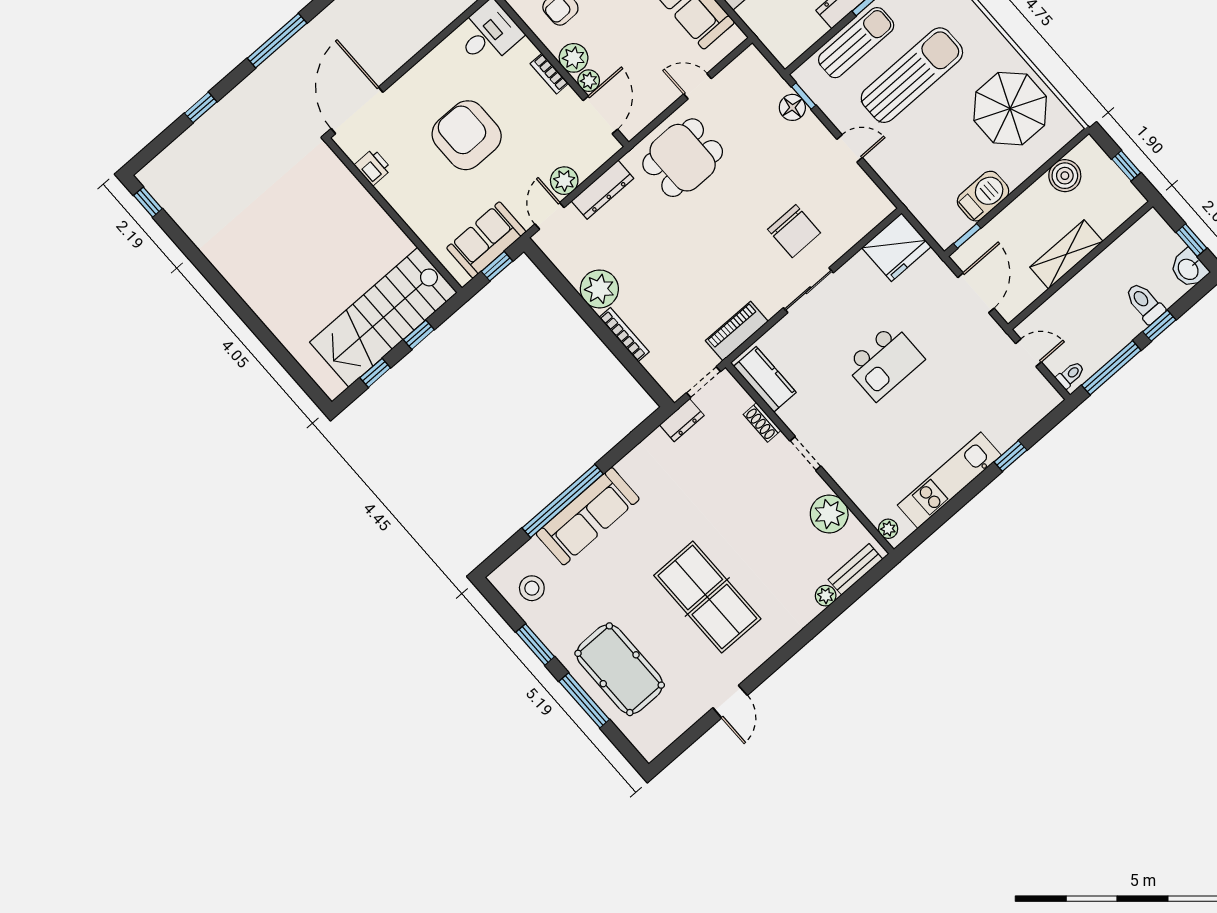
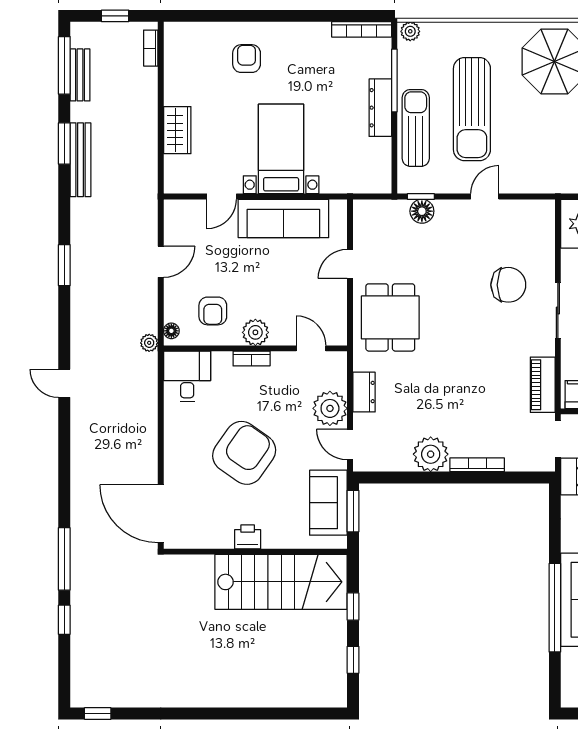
window: (277, 41) -> (64, 559), moved
sun lounger: (912, 75) -> (472, 109), turned 180
plant: (589, 81) -> (280, 336), removed
door: (600, 115) -> (311, 348), width x0.73
armchair: (467, 135) -> (244, 453), turned 125
printer: (373, 167) -> (248, 537), moved
plant: (564, 181) -> (330, 408), width x1.36, depth x1.36
dresser: (603, 190) -> (364, 392), width x0.70
window: (497, 266) -> (353, 511), width x1.50
stairs: (383, 317) -> (281, 582), moved, turned -90

